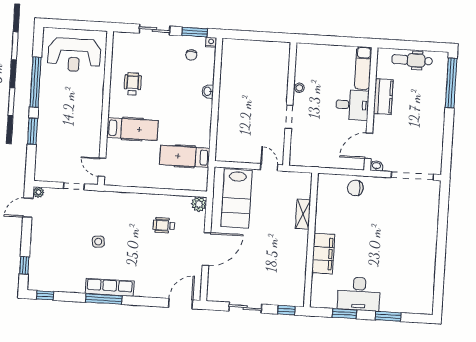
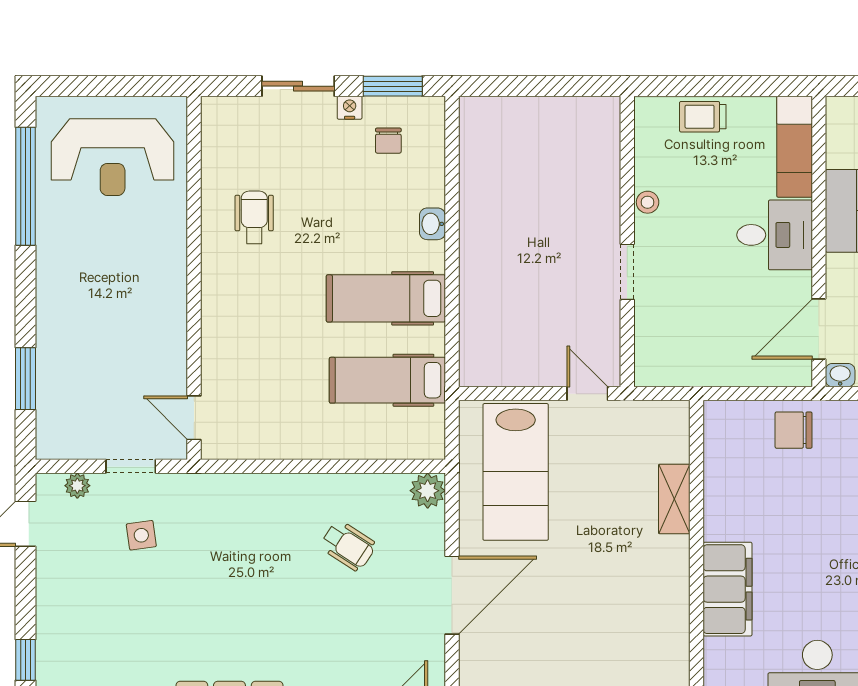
nightstand: (211, 42) -> (350, 108), moved
trolley: (325, 53) -> (703, 117), added
window: (36, 82) -> (25, 186), moved
hospital bed: (132, 129) -> (386, 298), moved, turned 180
window: (33, 131) -> (25, 379), moved
plant: (38, 192) -> (77, 486), moved
wheelchair: (164, 225) -> (348, 546), turned -147
side table: (98, 242) -> (141, 535), moved

